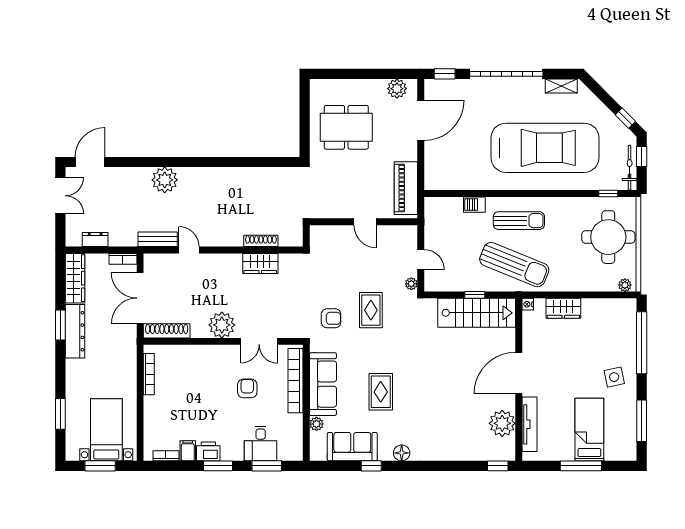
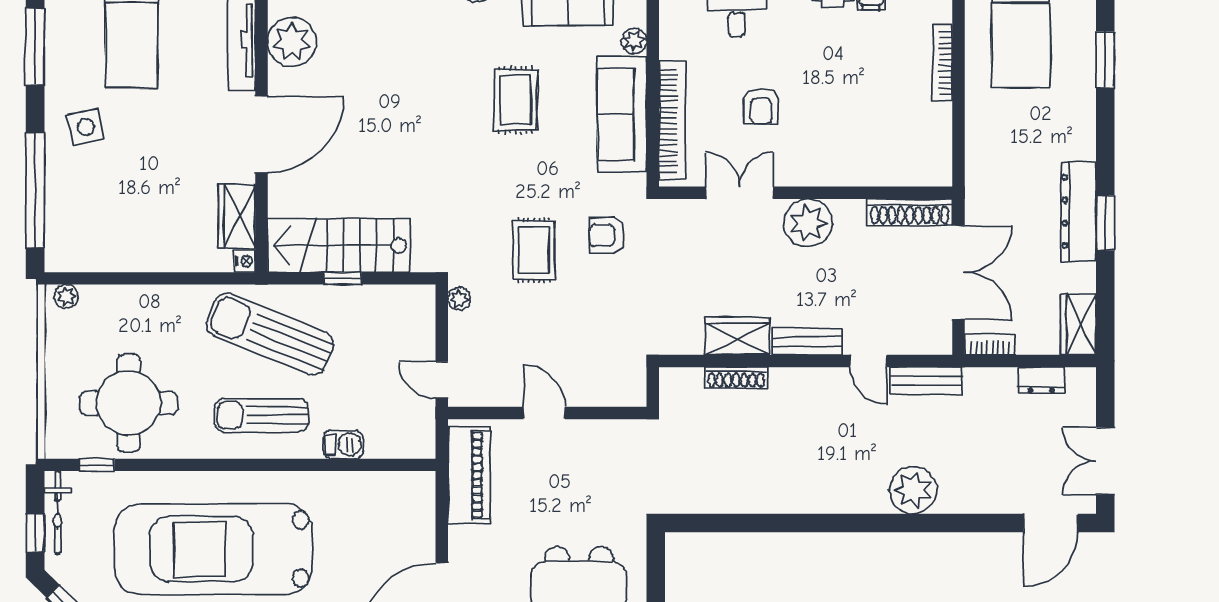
round table: (608, 237) -> (128, 403), moved
door: (421, 260) -> (442, 380), moved
bench: (222, 261) -> (807, 341), added
wardrobe: (75, 278) -> (1078, 324), width x0.67
wardrobe: (563, 308) -> (237, 216), moved, turned -90
bookcase: (149, 374) -> (943, 63), moved

